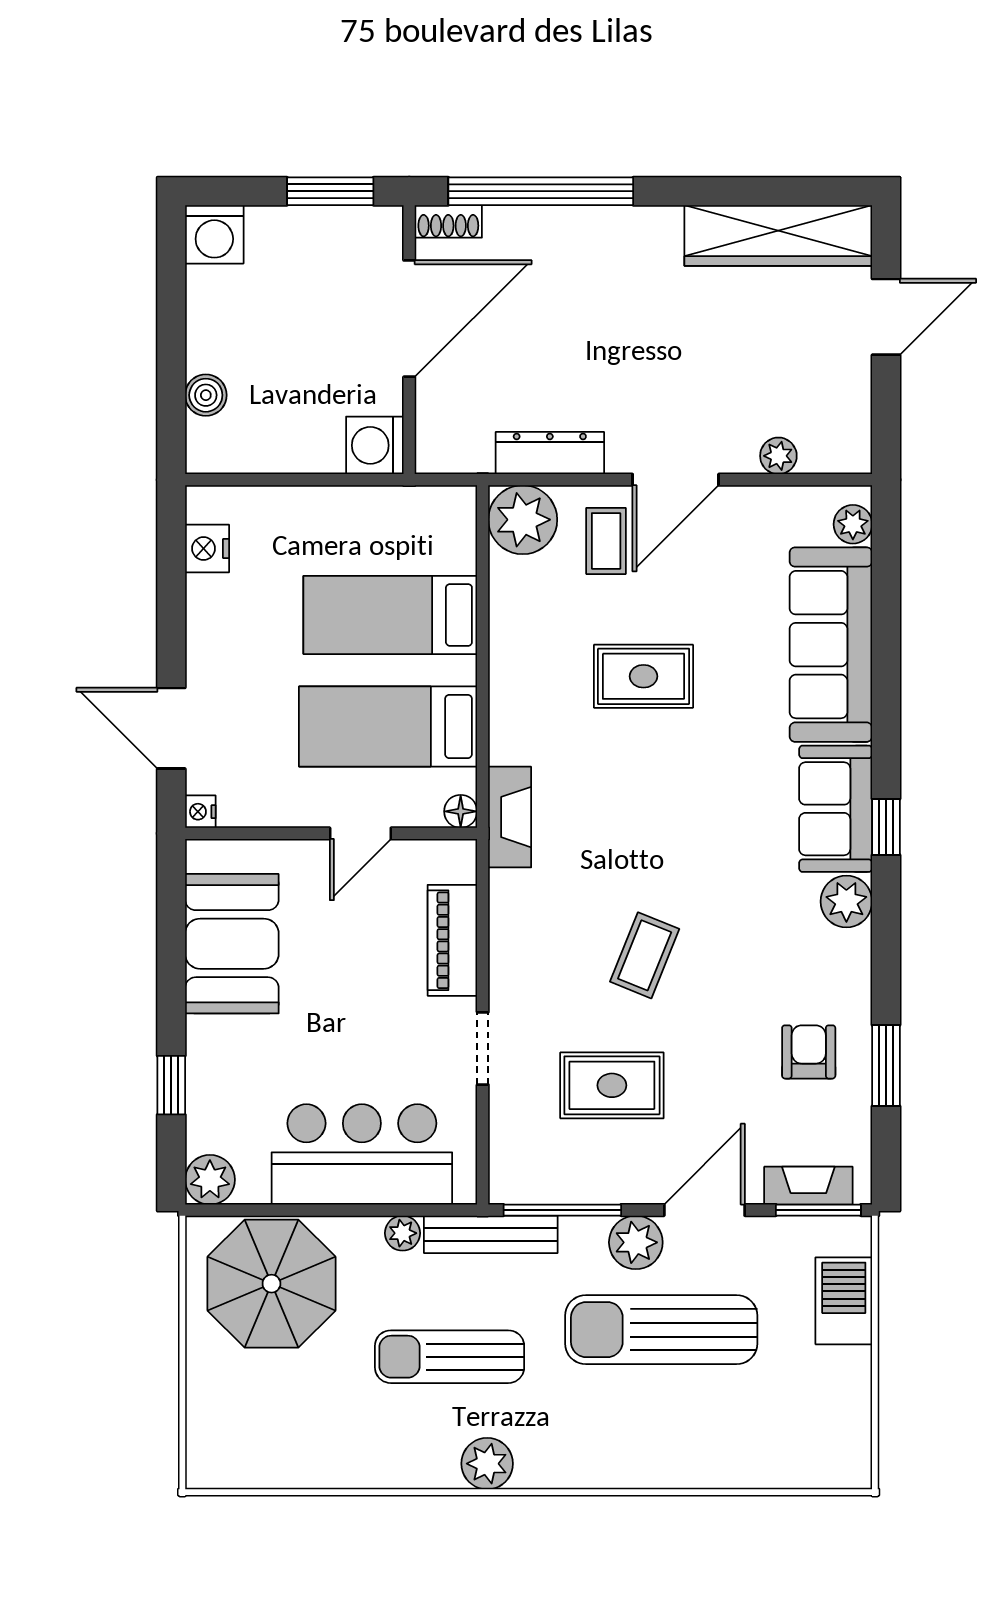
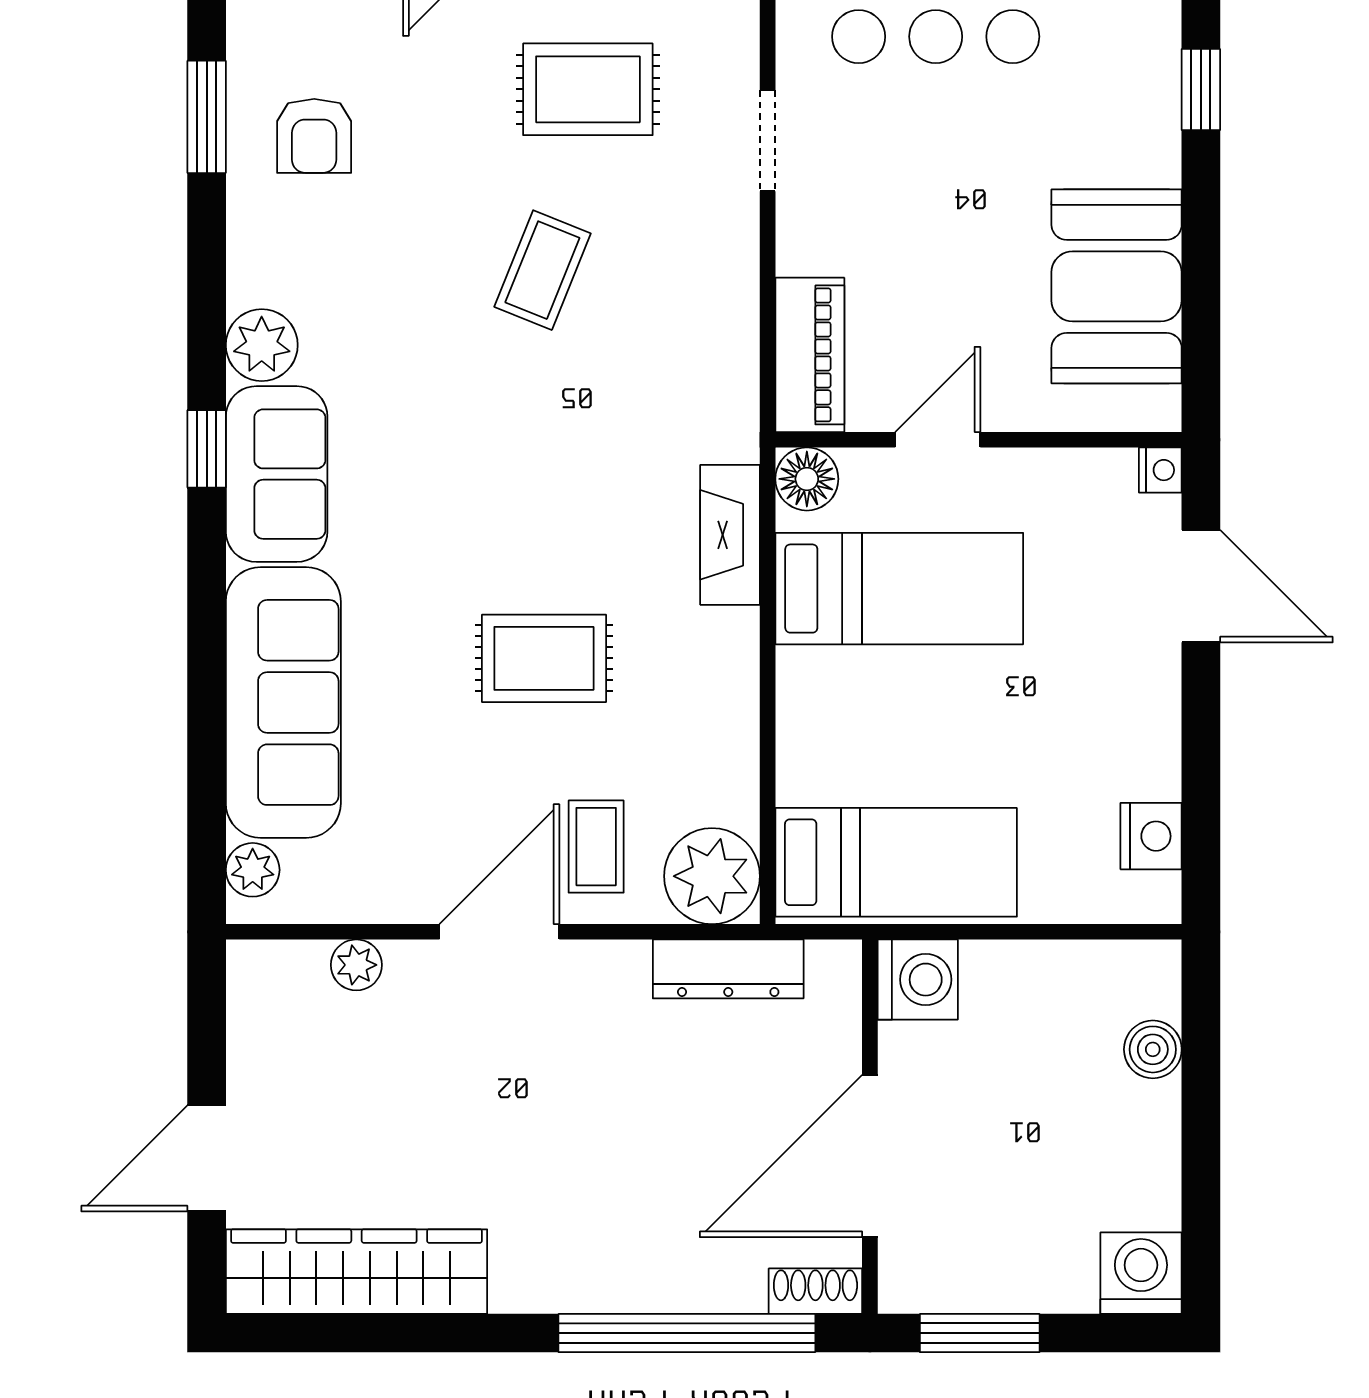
dresser: (550, 453) -> (728, 969), moved
bed: (390, 615) -> (896, 862), moved
floor lamp: (461, 811) -> (807, 479), width x1.37, depth x1.37
fireplace: (510, 817) -> (730, 535), moved
piano: (452, 940) -> (810, 355), moved

